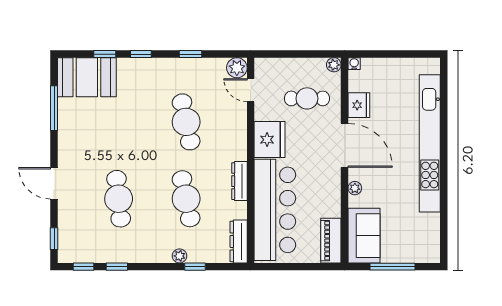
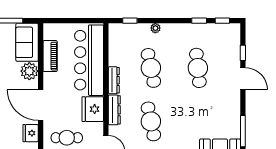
plant: (355, 188) -> (29, 71), width x1.88, depth x1.88
window: (54, 239) -> (243, 53), moved
dresser: (239, 241) -> (114, 110), moved
piano: (331, 241) -> (50, 56), moved
window: (195, 267) -> (130, 21), moved

